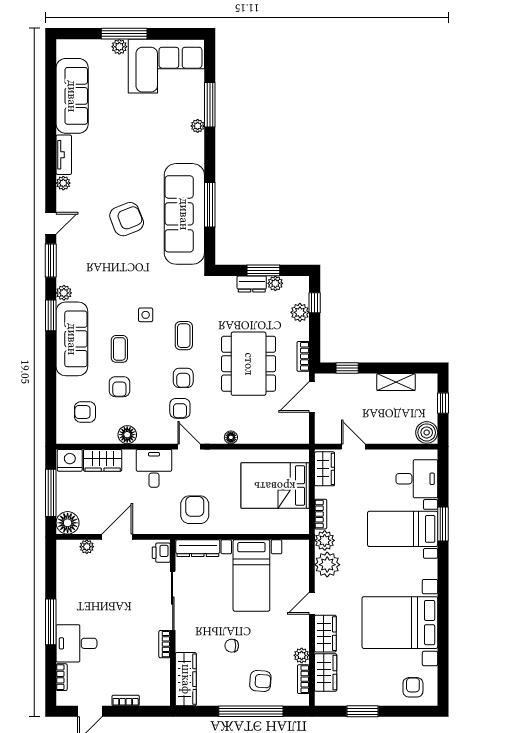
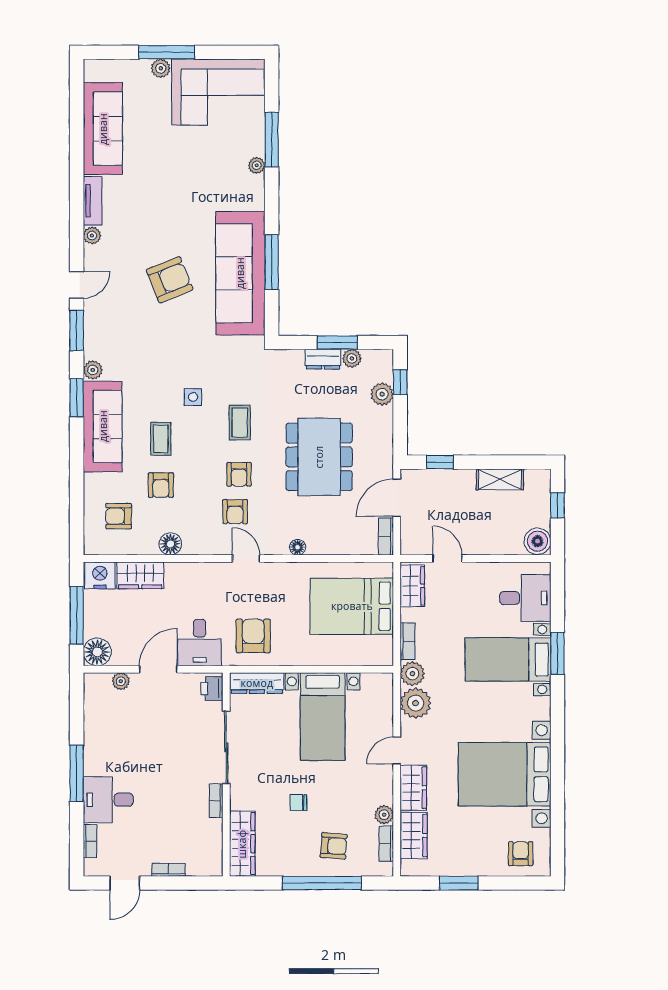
bookcase: (303, 356) -> (386, 537), moved
desk: (154, 468) -> (200, 643), moved, turned 180

